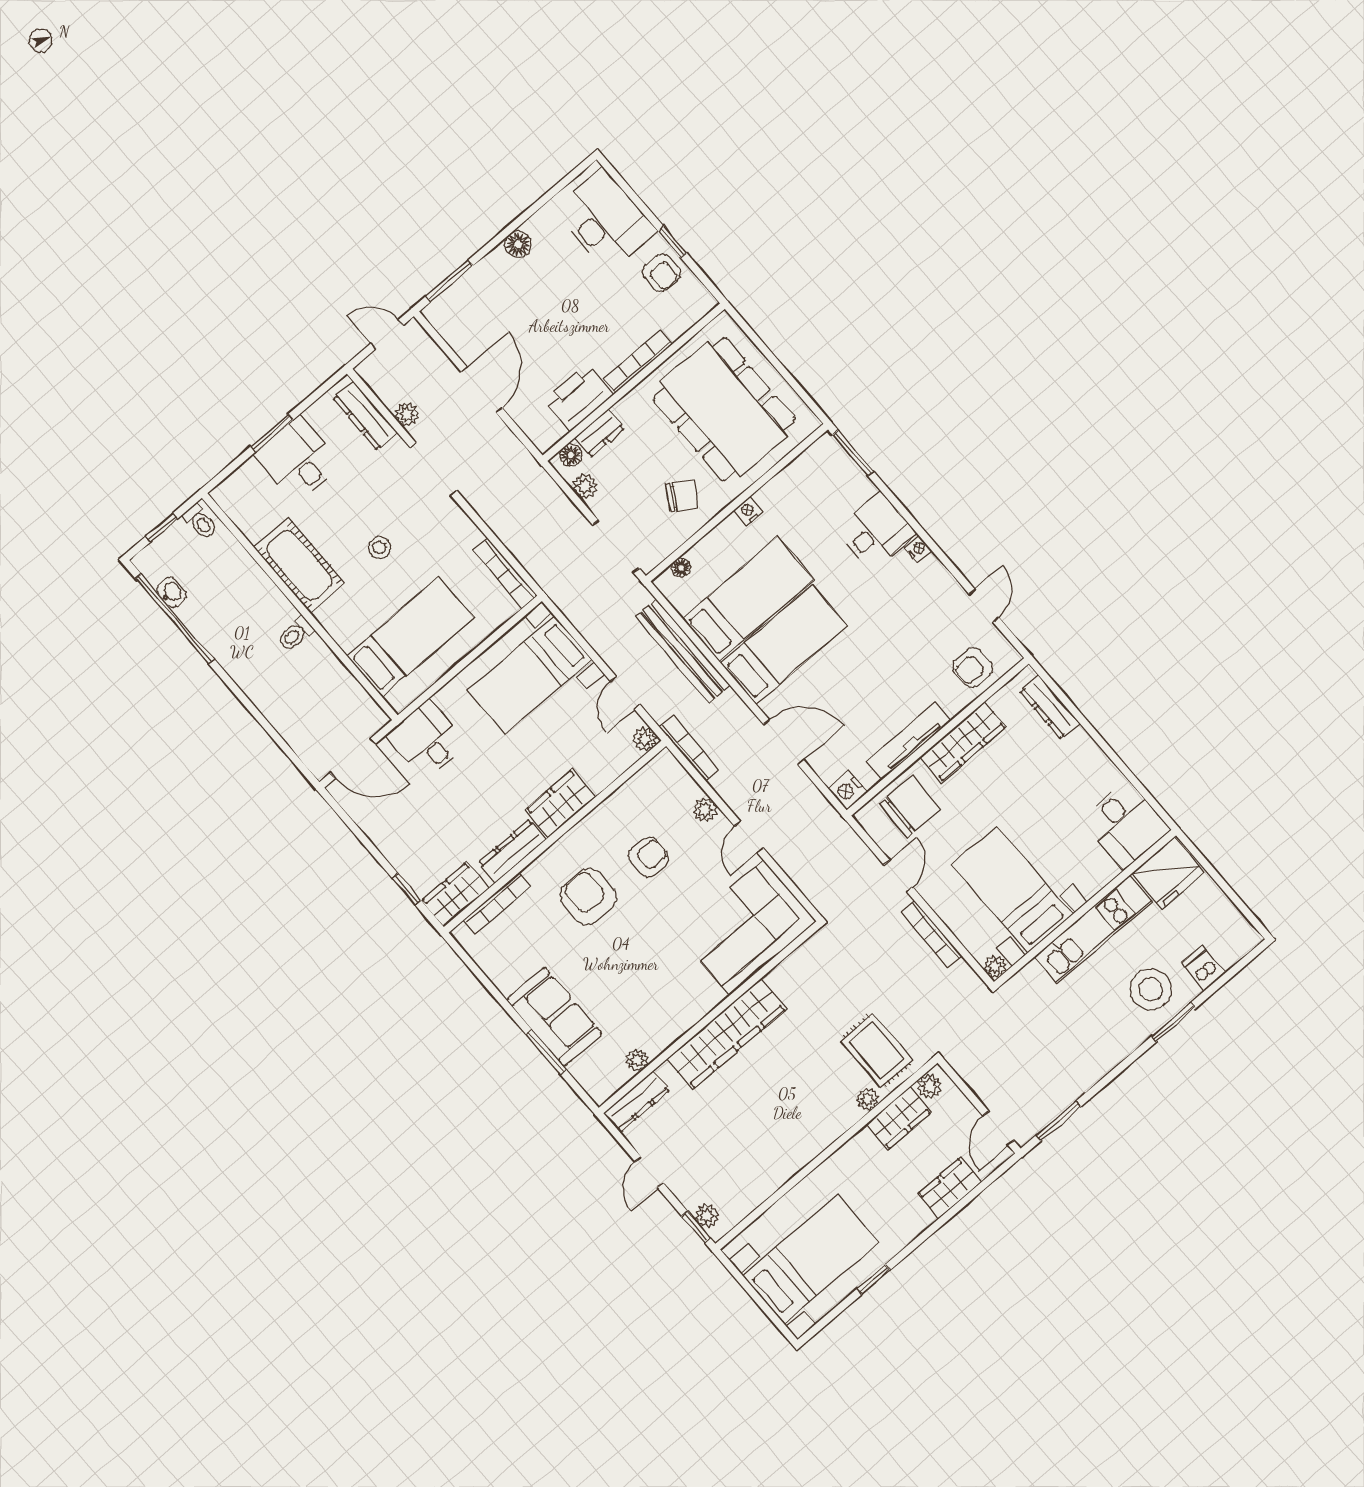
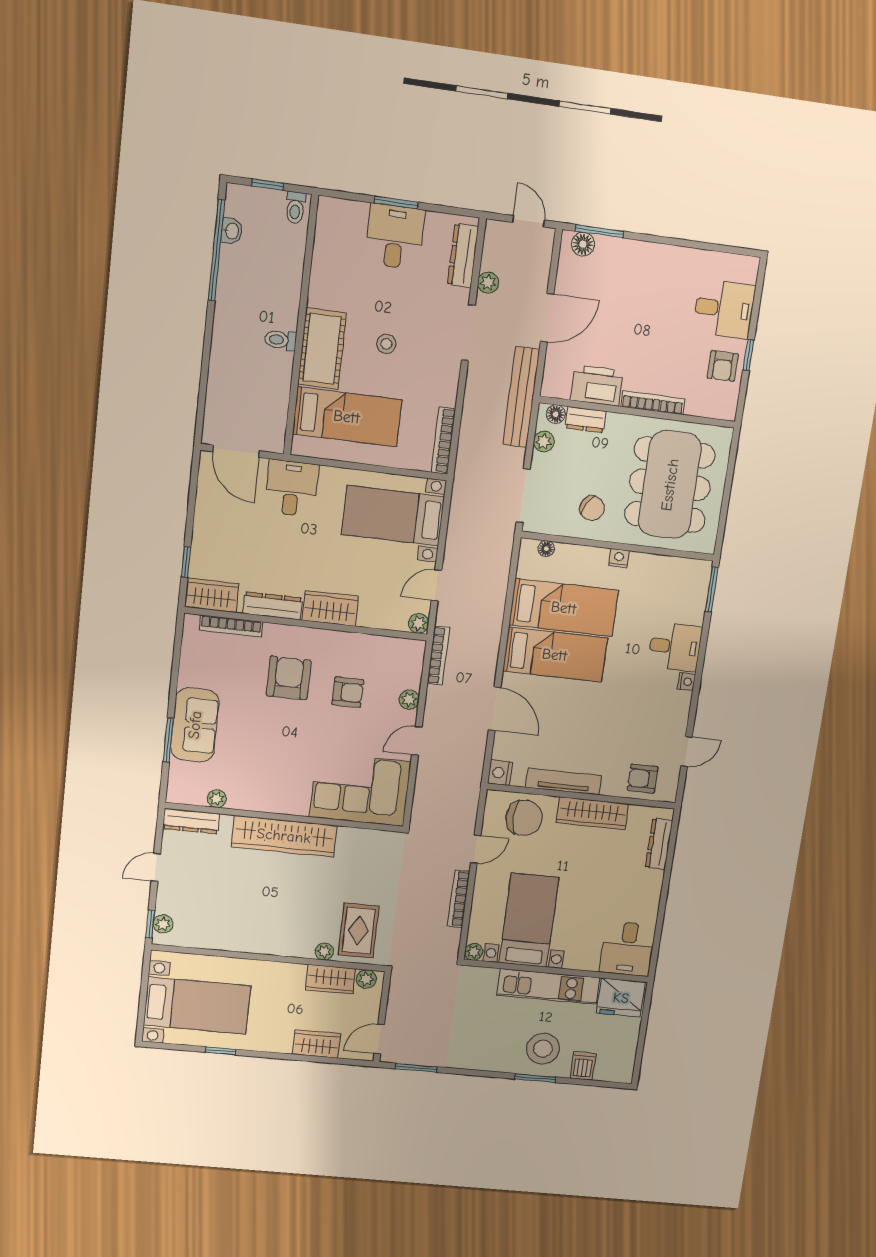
desk: (605, 220) -> (724, 309), width x0.73
floor lamp: (518, 244) -> (583, 244), moved
cot: (299, 565) -> (322, 349), moved
bench: (683, 651) -> (521, 397), moved

